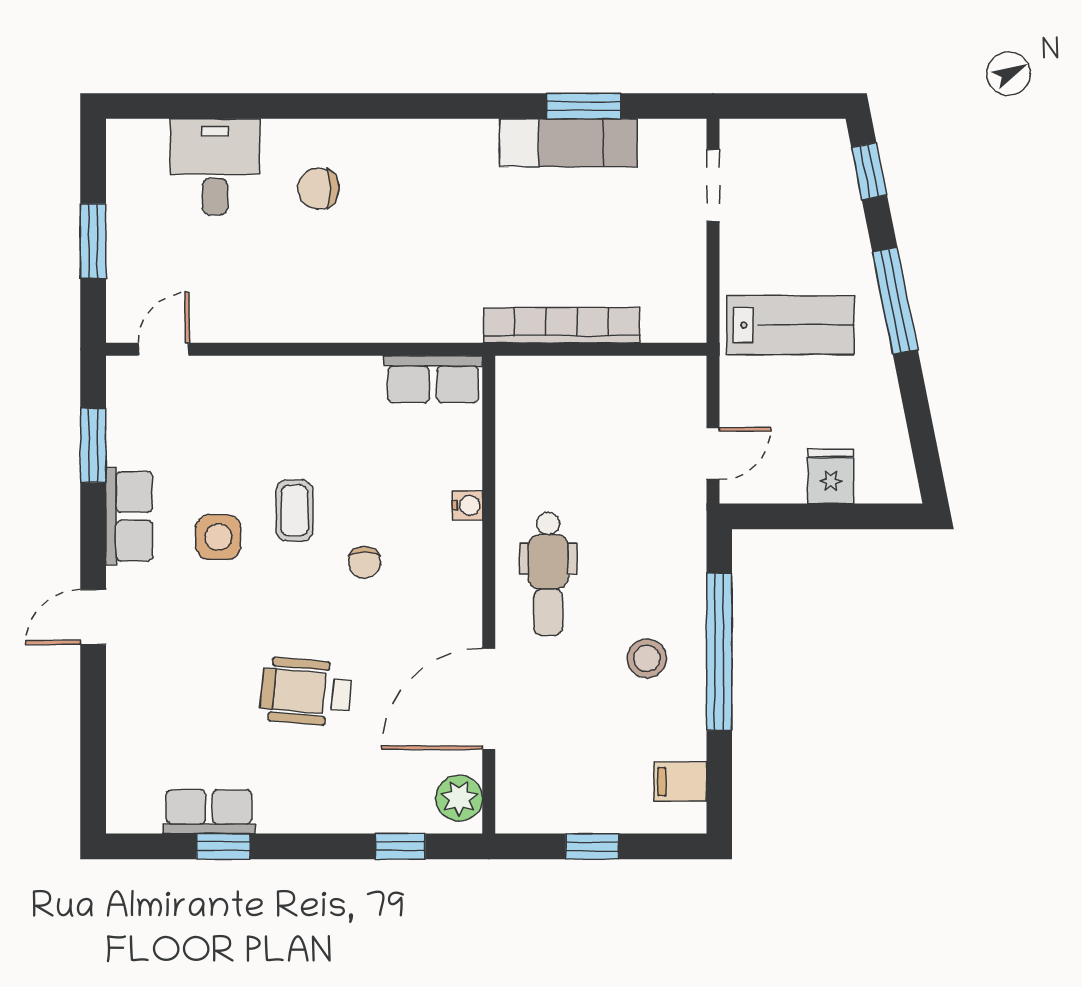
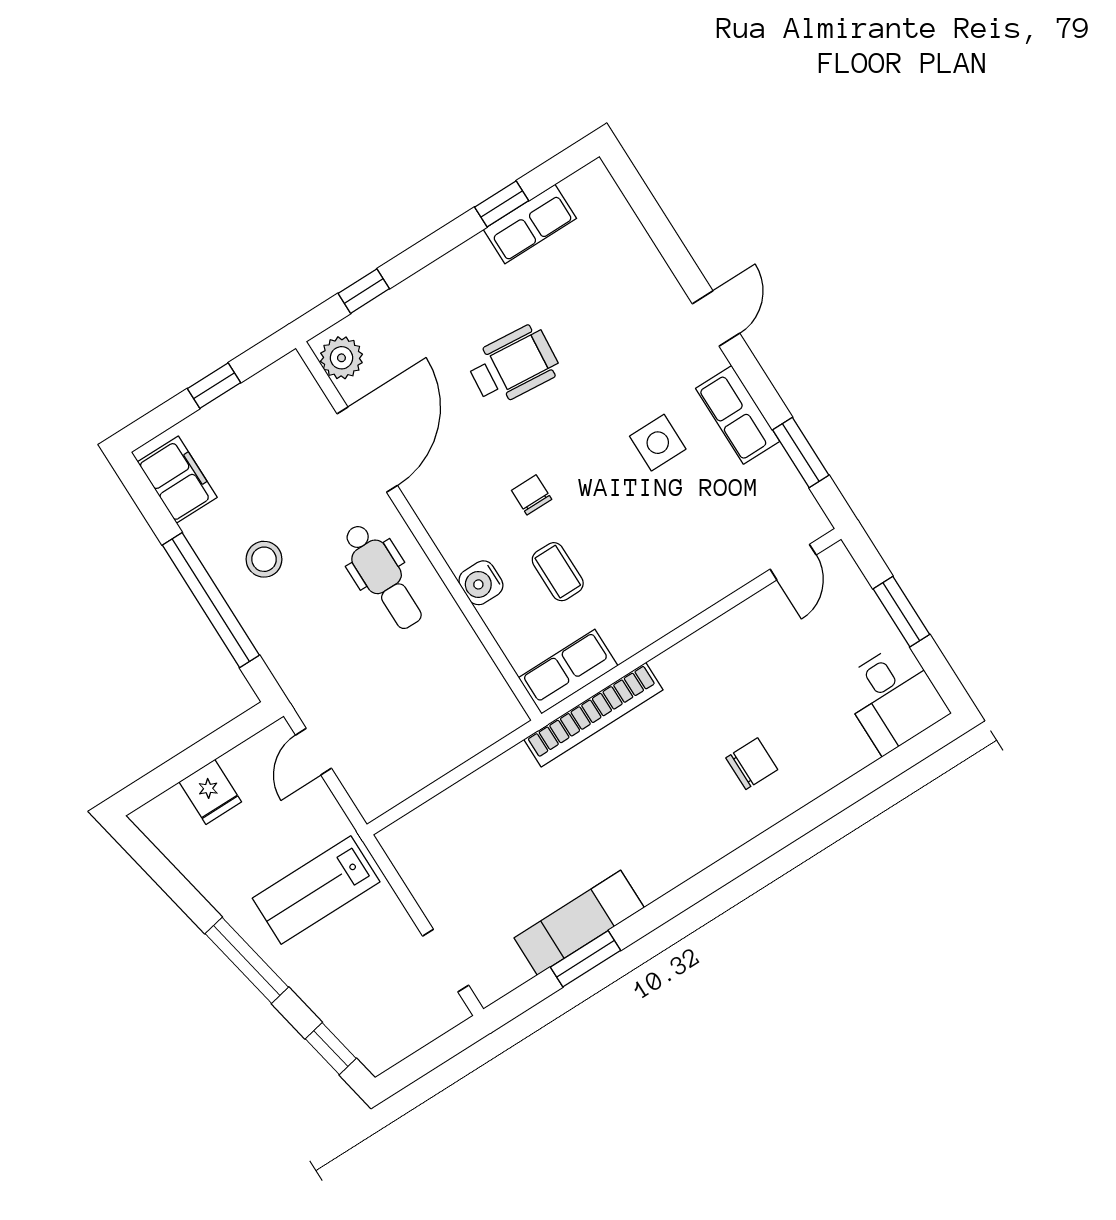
desk: (215, 167) -> (893, 698), moved
bookcase: (562, 325) -> (593, 715), moved
water cooler: (467, 505) -> (481, 583), width x1.38, depth x1.38
coffee table: (294, 511) -> (558, 572), moved
dental chair: (548, 574) -> (383, 576), turned 180
filing cabinet: (680, 782) -> (177, 480), width x2.00

